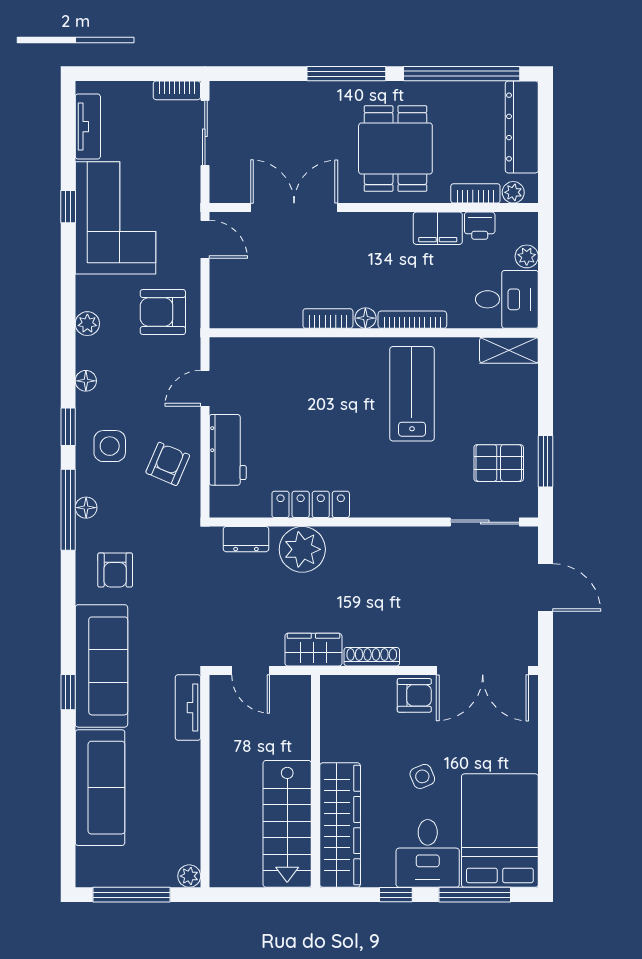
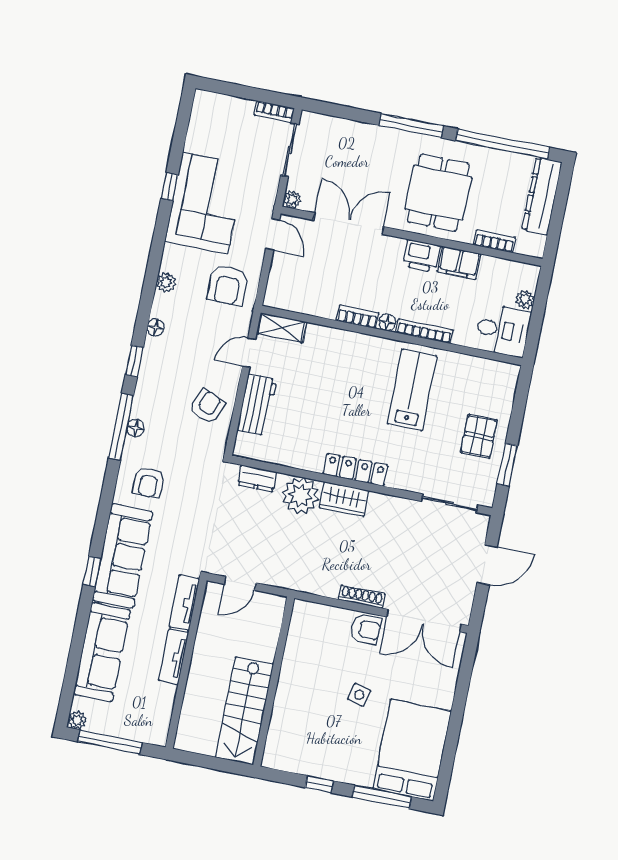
tv unit: (88, 127) -> (174, 657), moved, turned 180
plant: (513, 192) -> (292, 200), moved
printer: (480, 226) -> (421, 256), moved, width x1.36, depth x1.24
armchair: (163, 312) -> (228, 285), turned -90
shelving: (509, 350) -> (282, 328), moved
side table: (110, 446) -> (164, 383), removed
pallet: (499, 463) -> (479, 436), moved, turned 90
locker: (311, 504) -> (356, 470), moved
door: (546, 587) -> (487, 565), hinge flipped
wardrobe: (313, 650) -> (344, 499), moved, turned 180
shoe rack: (372, 657) -> (362, 597), moved
door: (251, 670) -> (240, 583), hinge flipped
side table: (422, 776) -> (359, 695), turned 38
wardrobe: (340, 825) -> (286, 720), removed
desk: (428, 853) -> (351, 757), removed
plant: (189, 876) -> (77, 720), moved

